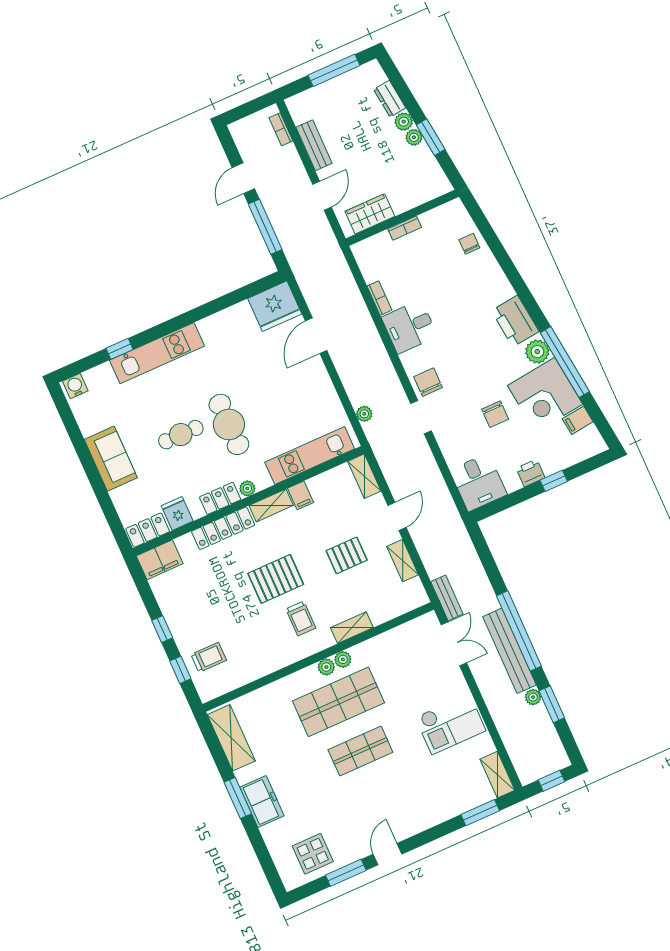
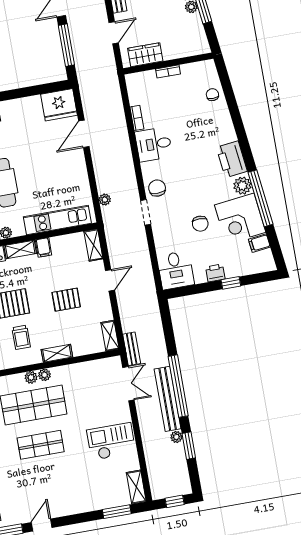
shelving: (403, 561) -> (110, 336), moved
checkout: (450, 724) -> (111, 441), turned 180

